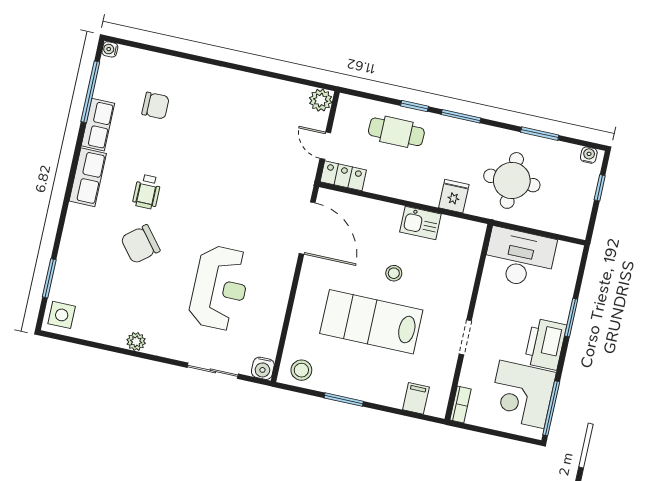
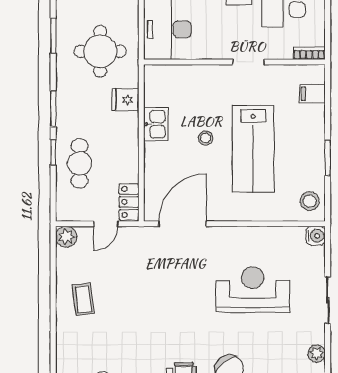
coffee table: (250, 104) -> (83, 299), added
sliding door: (213, 371) -> (328, 300), moved

